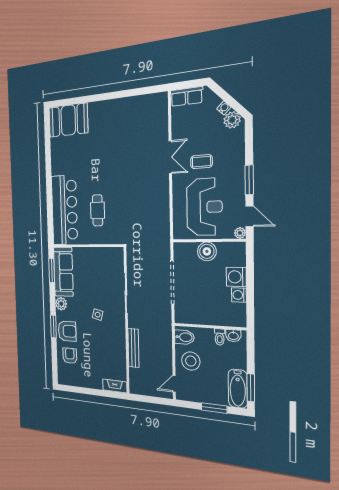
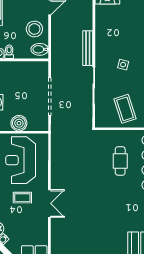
double door: (170, 157) -> (49, 203), swing flipped
coffee table: (94, 267) -> (125, 109), added
bench: (133, 348) -> (88, 48), moved

